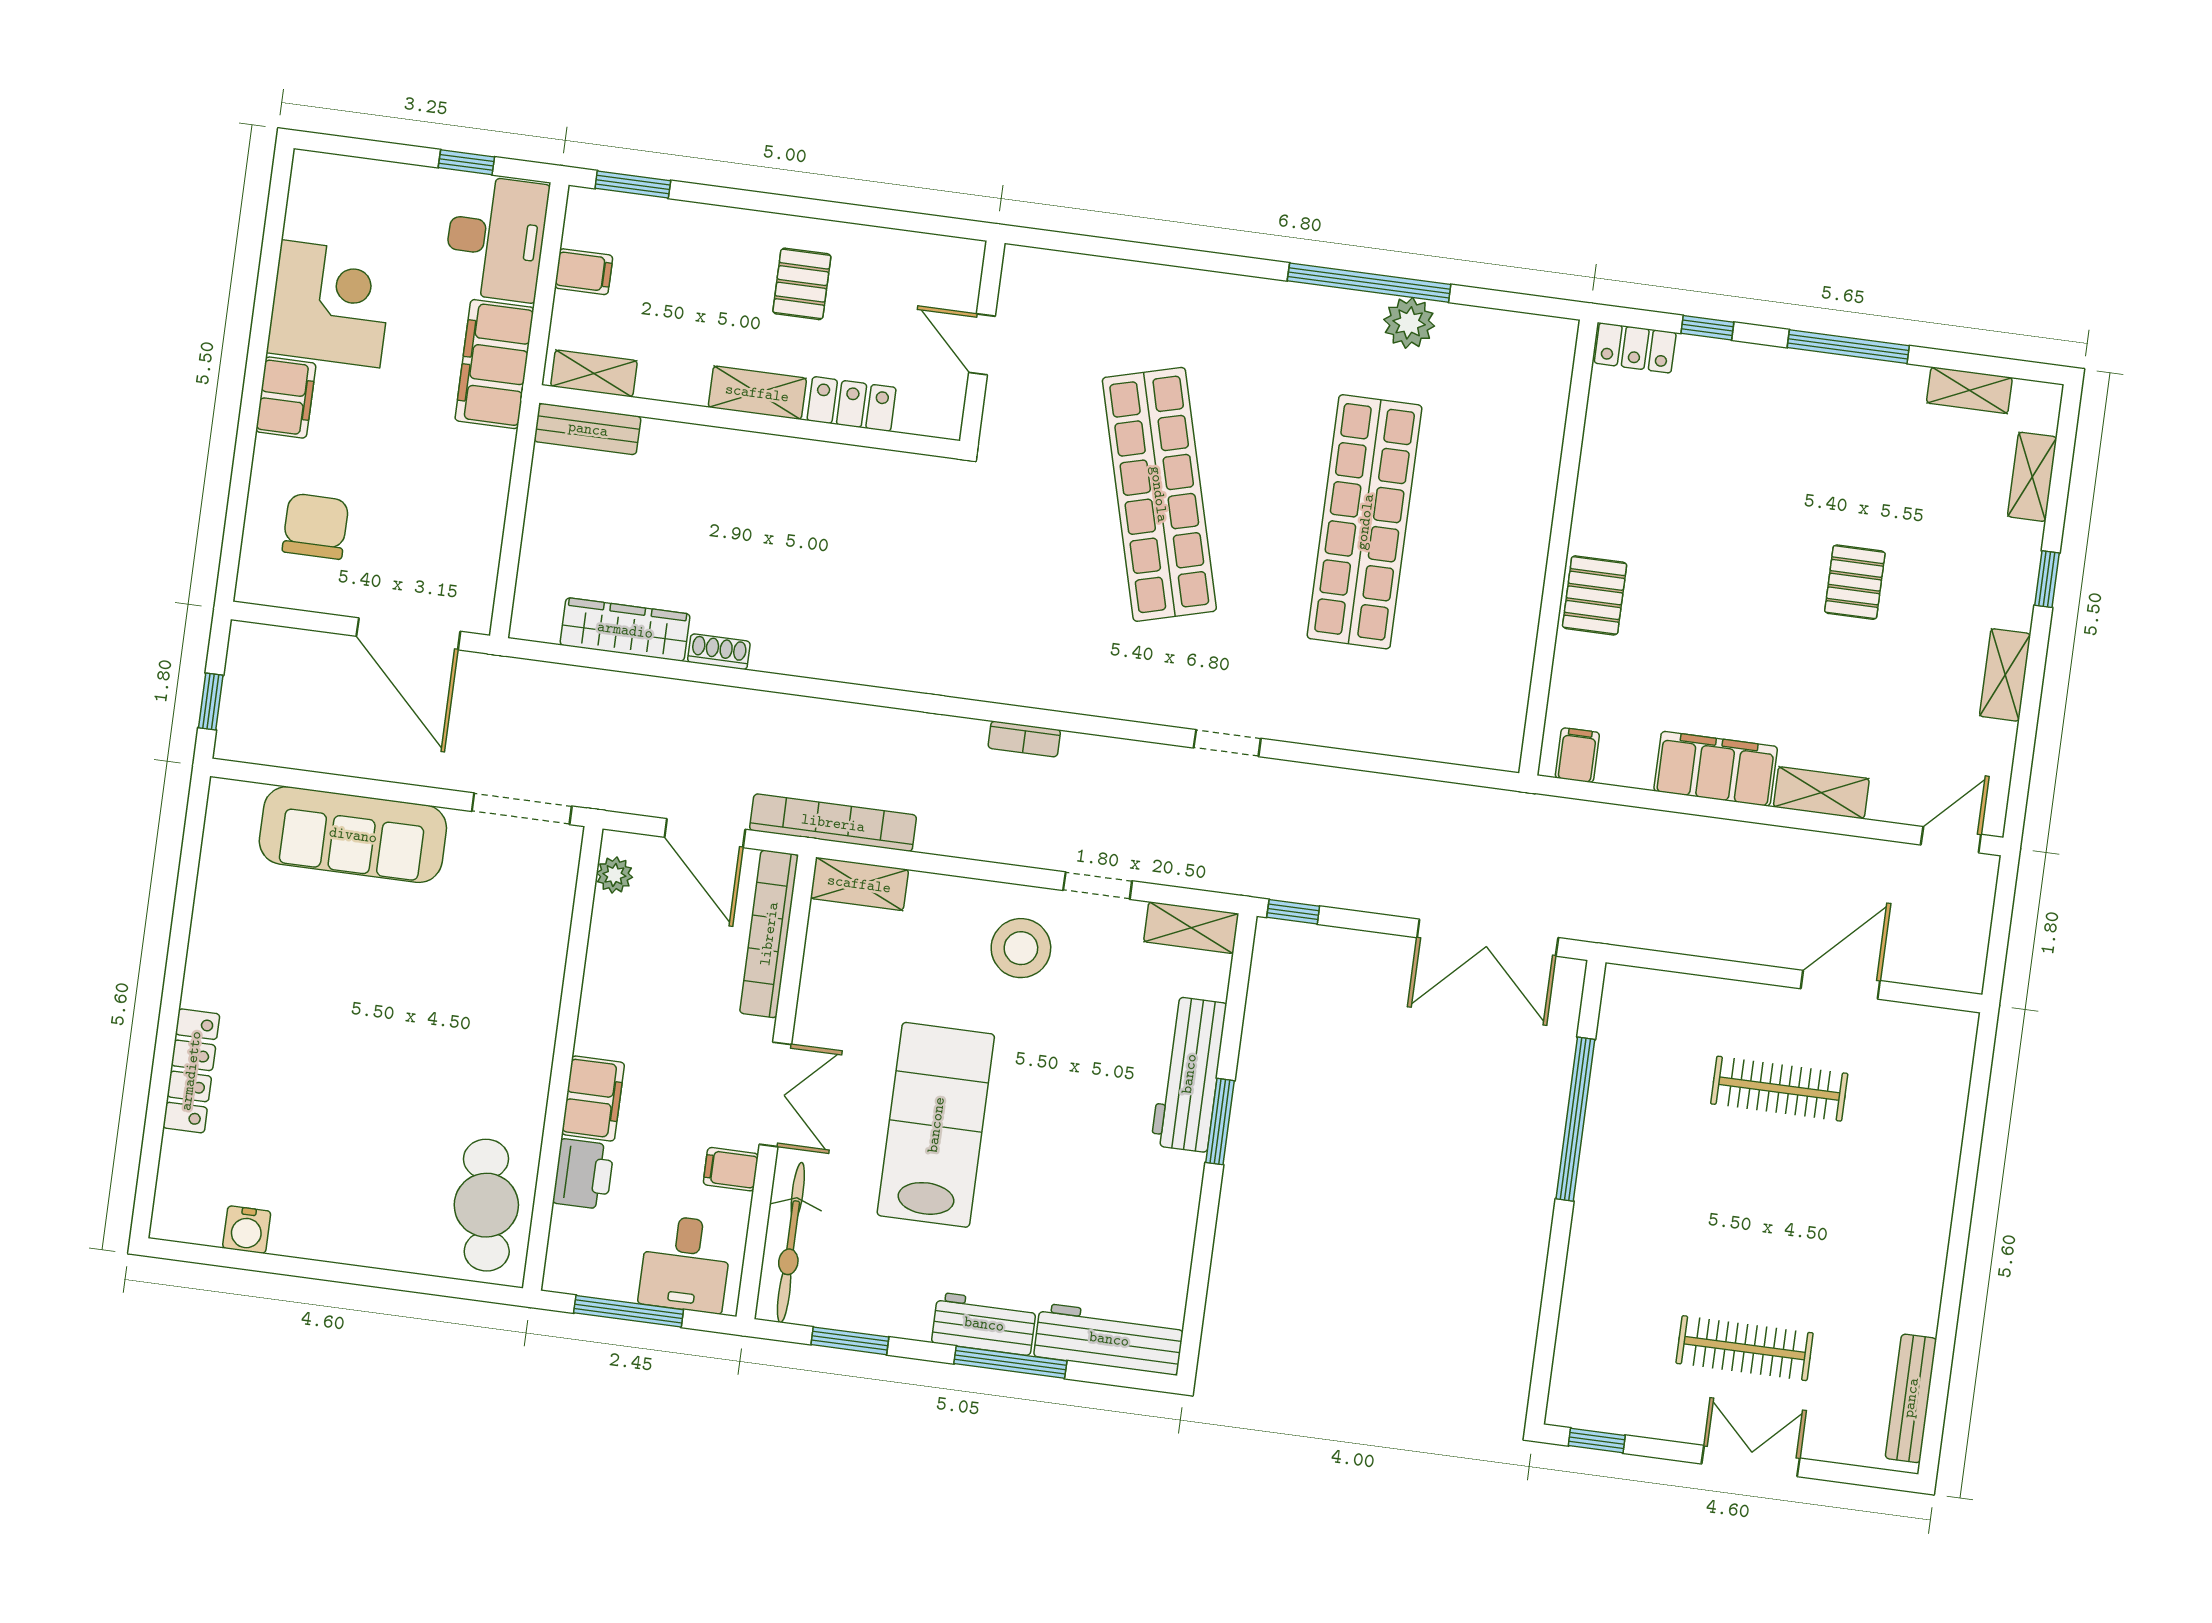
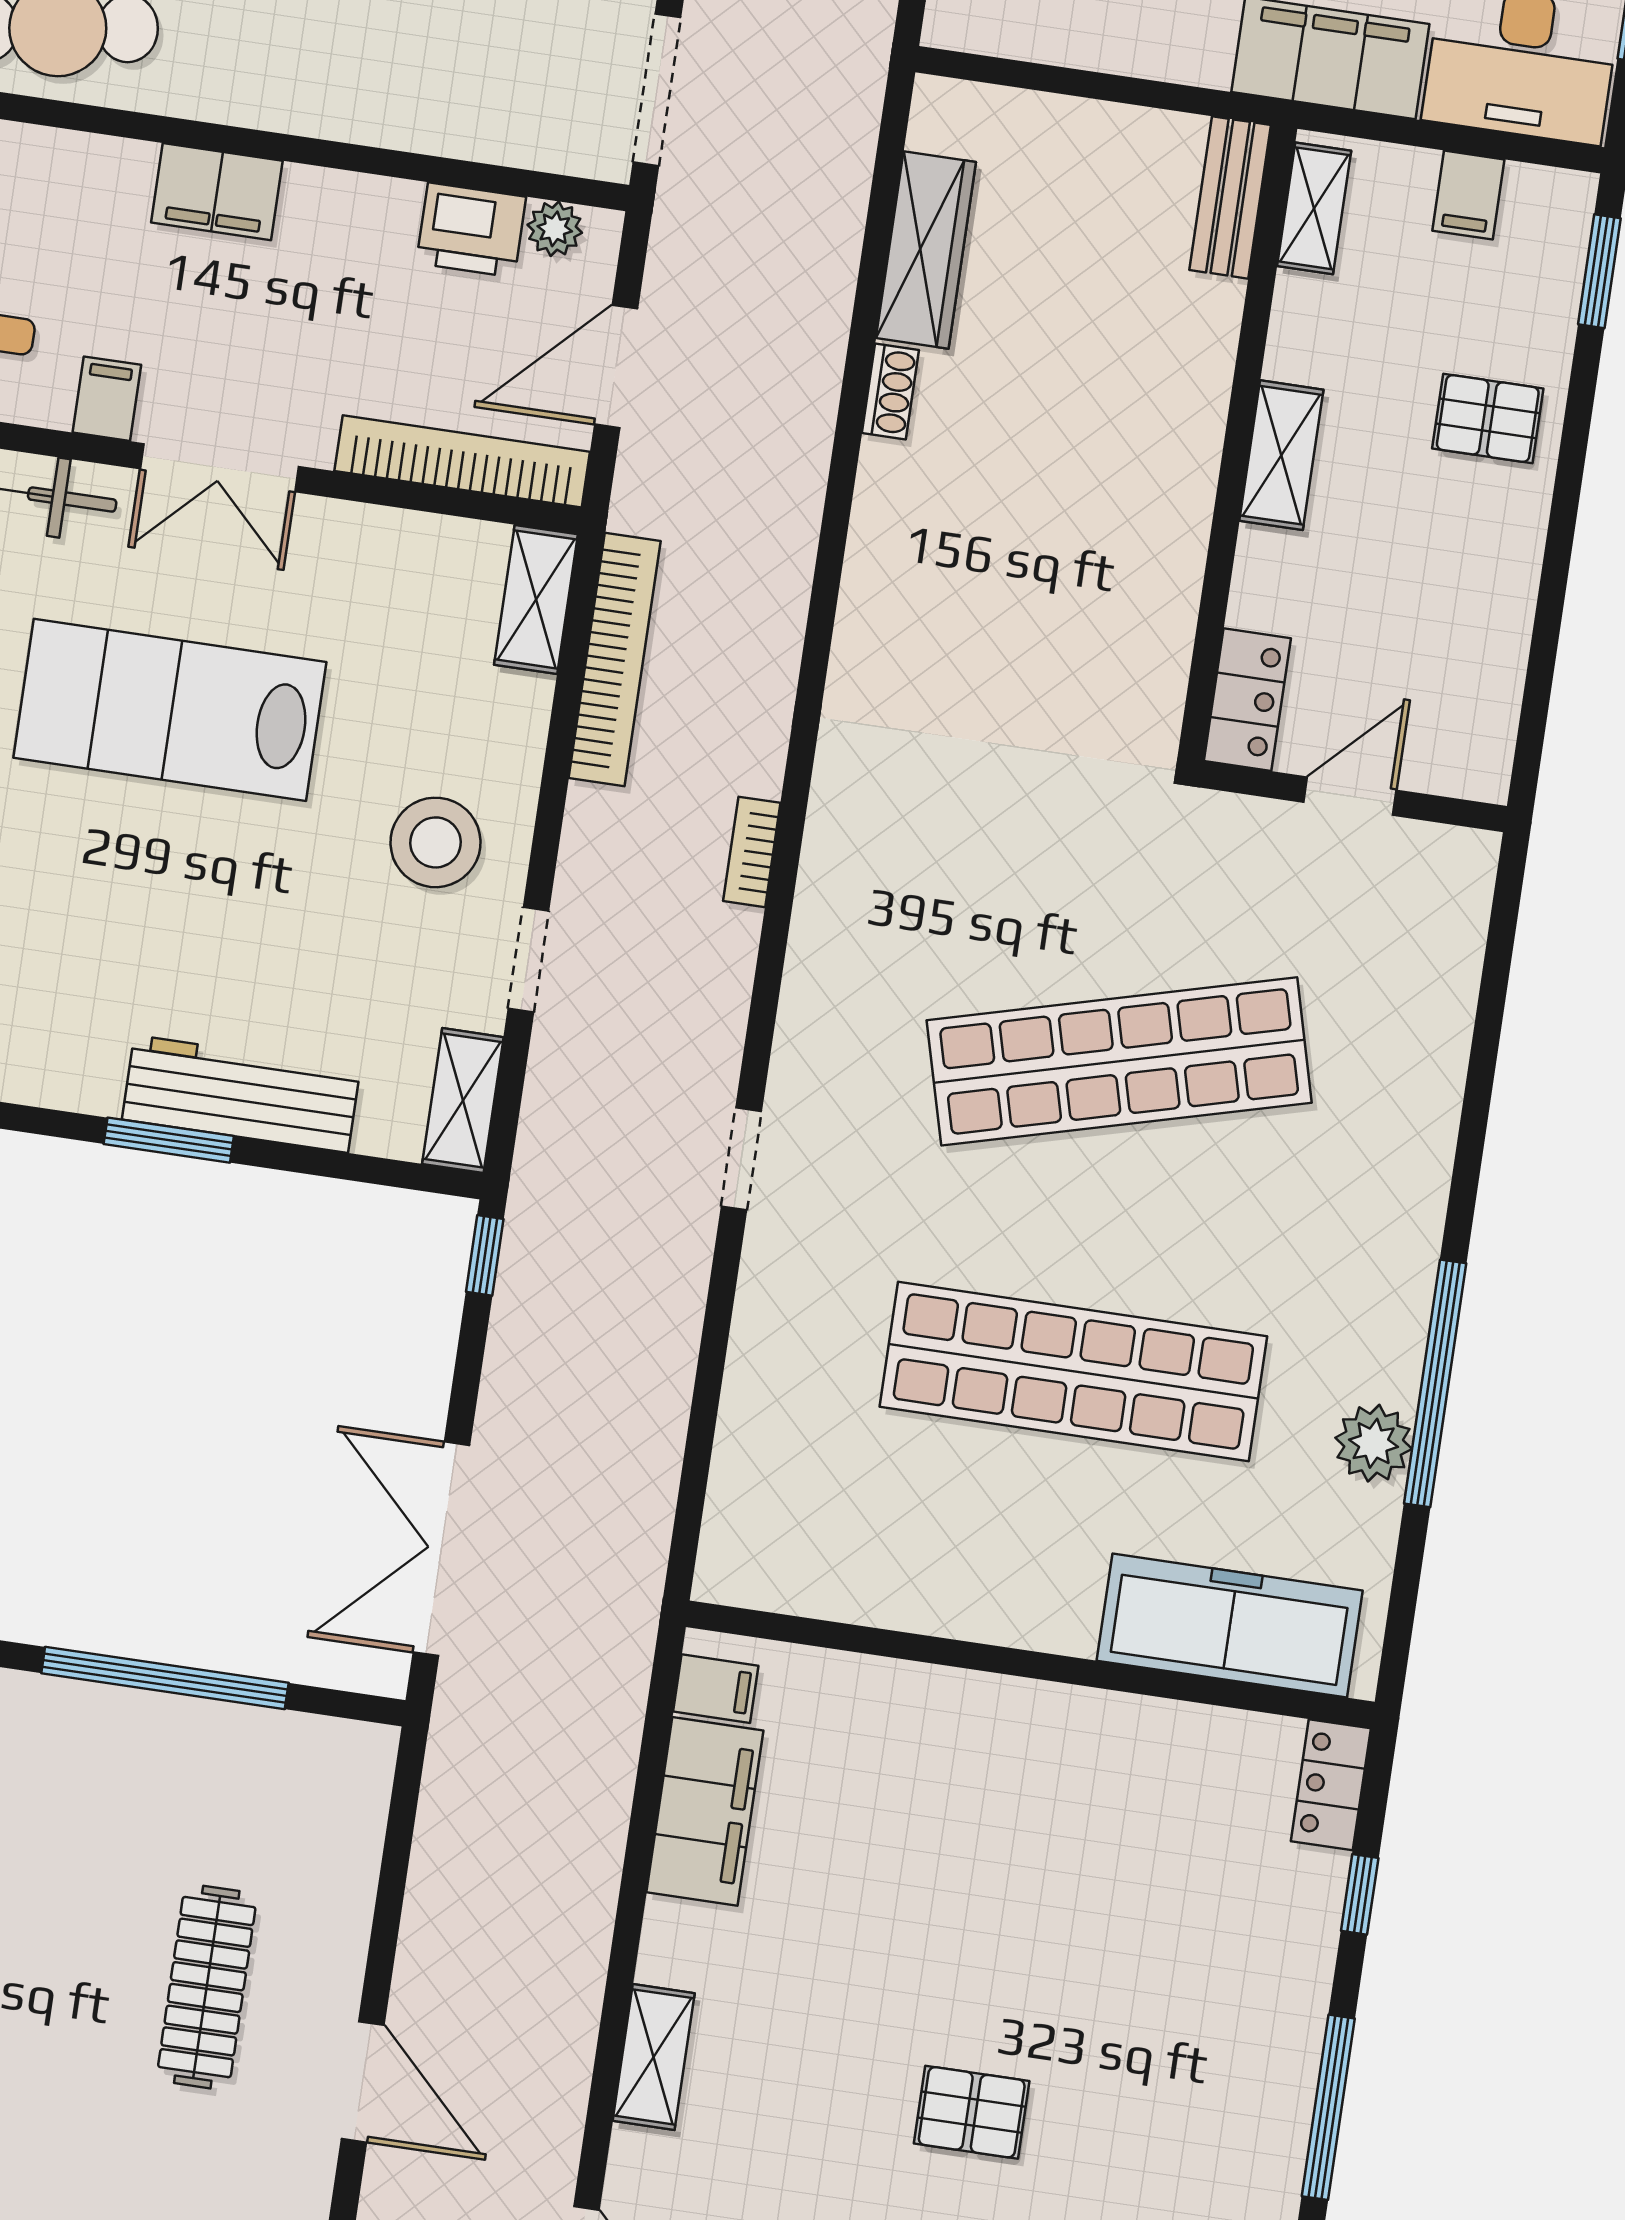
pallet: (802, 284) -> (1488, 418), moved
locker: (852, 404) -> (1247, 700), moved
freezer: (1531, 416) -> (1230, 1626), added
pallet: (1595, 595) -> (957, 1718), removed
filing cabinet: (1716, 769) -> (705, 1811), moved
bookcase: (833, 823) -> (615, 660), moved
lab bench: (936, 1125) -> (170, 710), turned 180
printer: (583, 1174) -> (471, 230), moved

